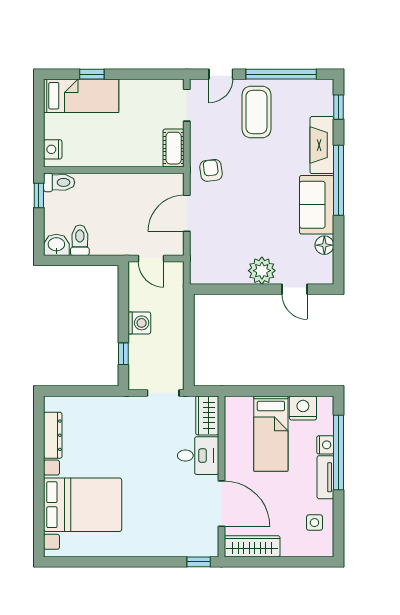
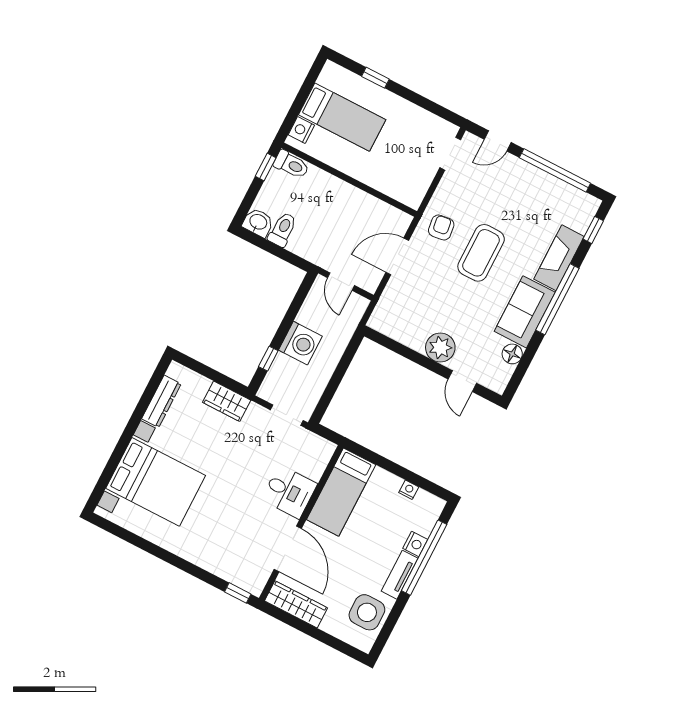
bed: (81, 96) -> (342, 117), moved
coffee table: (256, 112) -> (481, 253), moved
cot: (174, 148) -> (417, 188), removed
washing machine: (139, 323) -> (300, 343), width x1.37, depth x1.37
nightstand: (303, 408) -> (409, 490), width x0.53, depth x0.56
wardrobe: (207, 415) -> (227, 401), moved, turned -90
bed: (271, 434) -> (341, 492), moved
side table: (314, 523) -> (367, 612), width x1.87, depth x1.87

